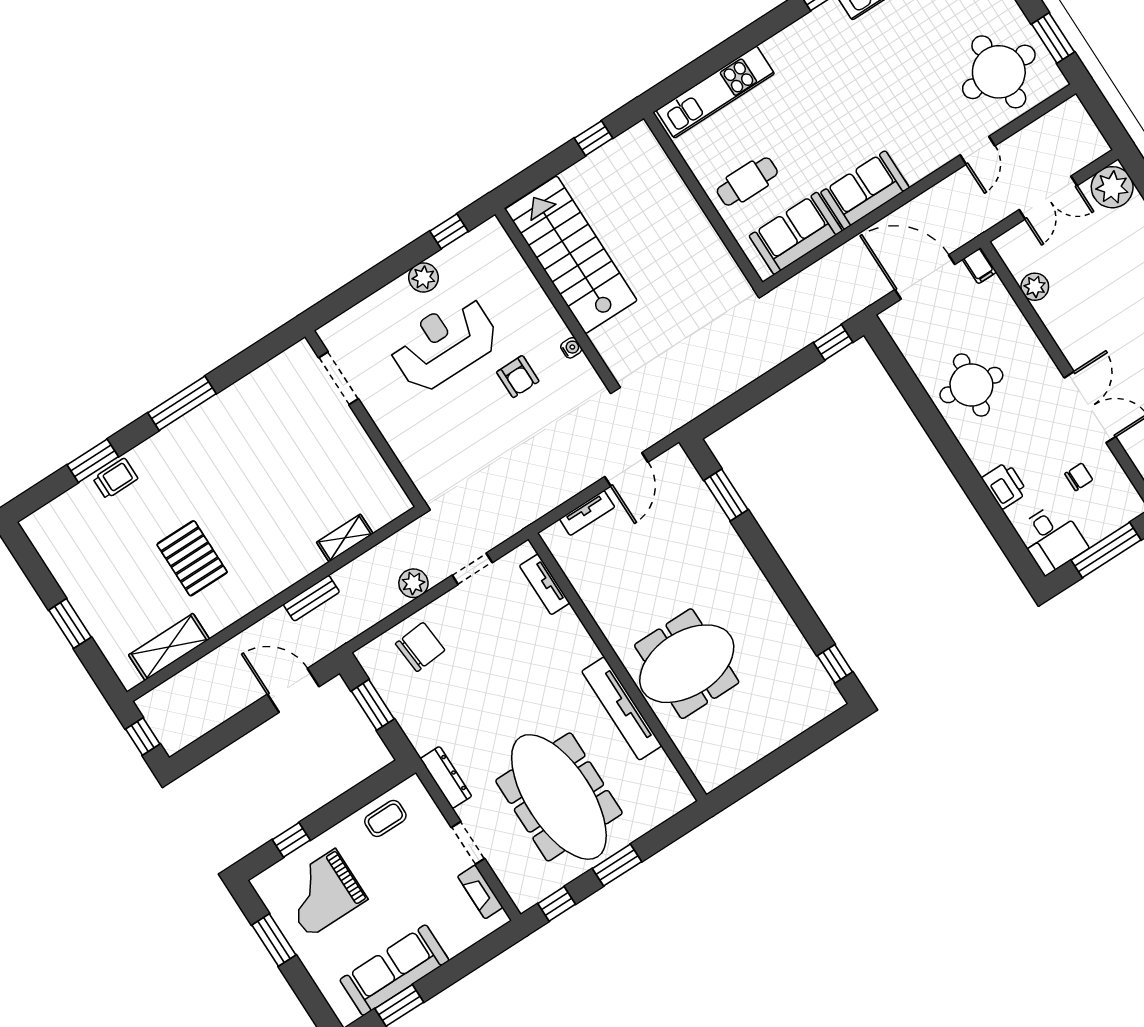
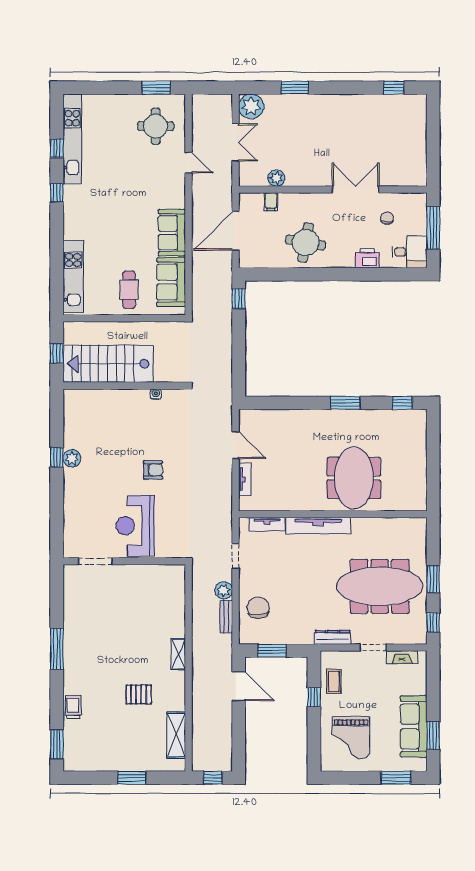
round table: (999, 72) -> (156, 126), width x0.73, depth x0.73
stairs: (571, 255) -> (109, 364), moved
filing cabinet: (979, 266) -> (271, 202), moved, turned 90
plant: (423, 278) -> (72, 458), moved
wall: (555, 296) -> (124, 386), moved
reception desk: (444, 344) -> (135, 526), moved
water cooler: (571, 348) -> (156, 394), moved
window: (93, 461) -> (57, 744), moved
window: (726, 495) -> (345, 403), moved
shelving: (345, 538) -> (178, 654), moved
pallet: (192, 558) -> (139, 694), width x0.67, depth x0.71
bench: (311, 598) -> (226, 617), moved
door: (293, 690) -> (239, 686), swing flipped
tv unit: (622, 708) -> (318, 526), moved
window: (291, 840) -> (314, 697), moved
window: (274, 940) -> (396, 778), moved

